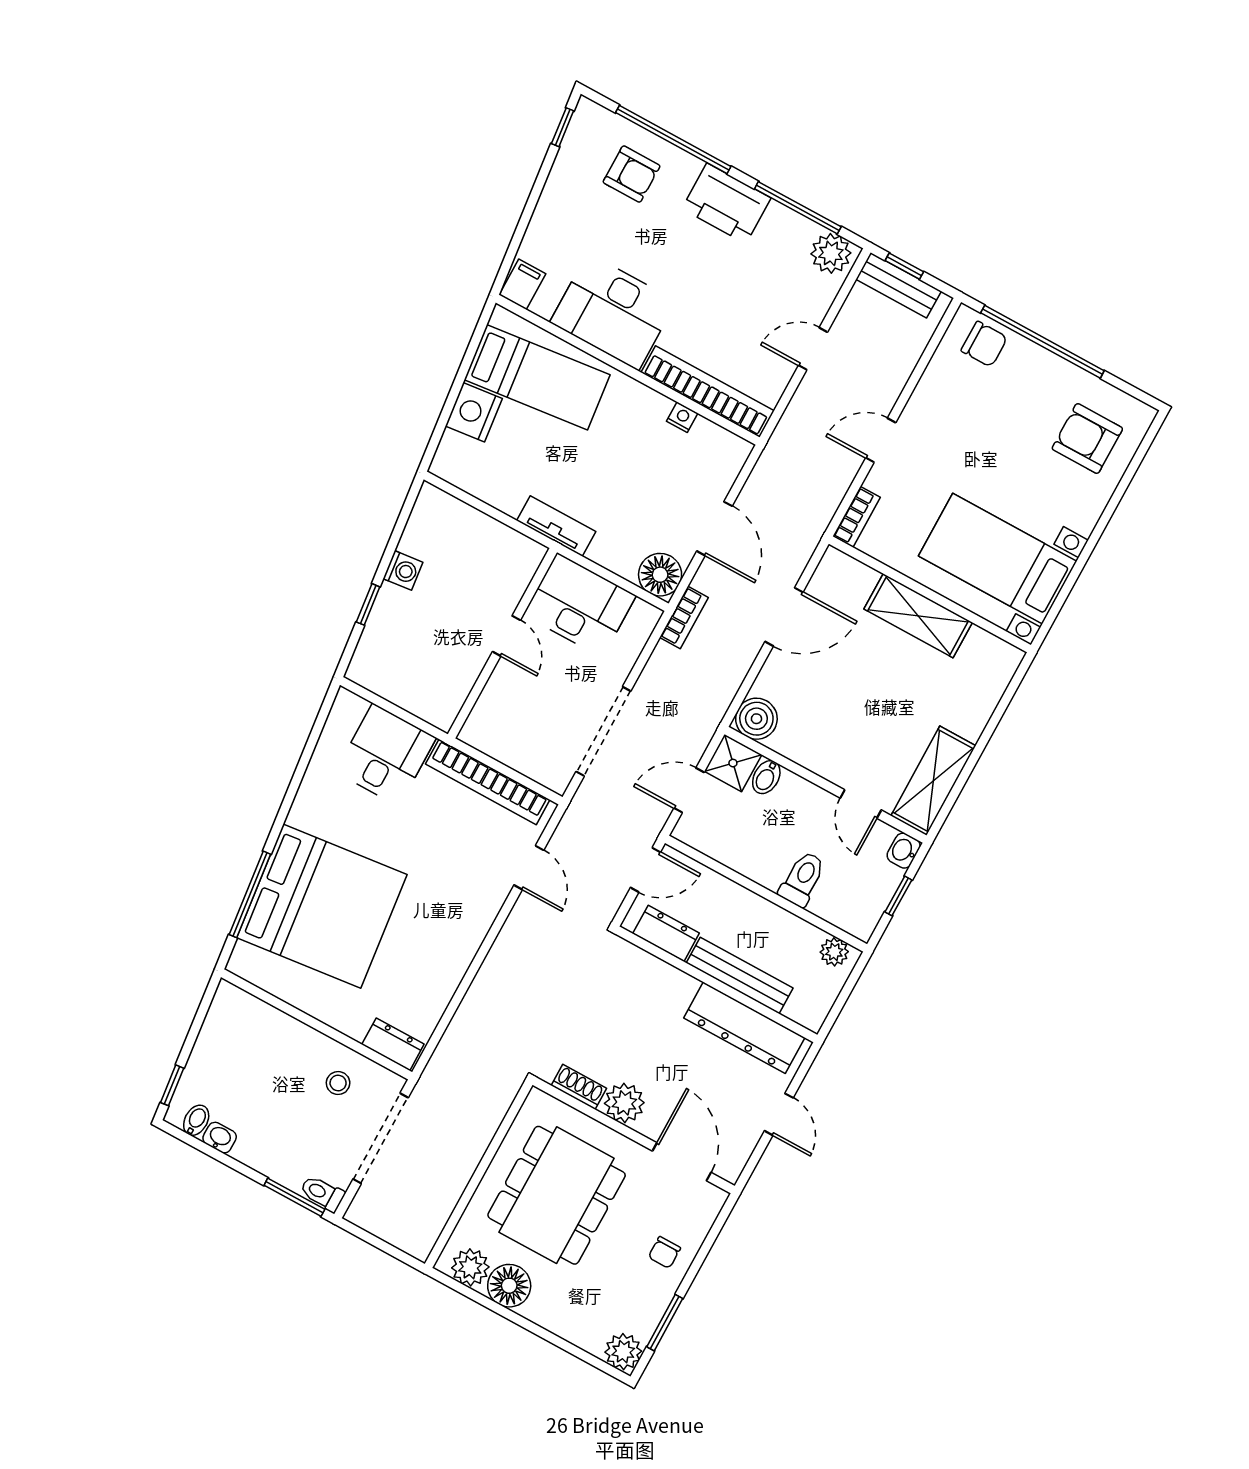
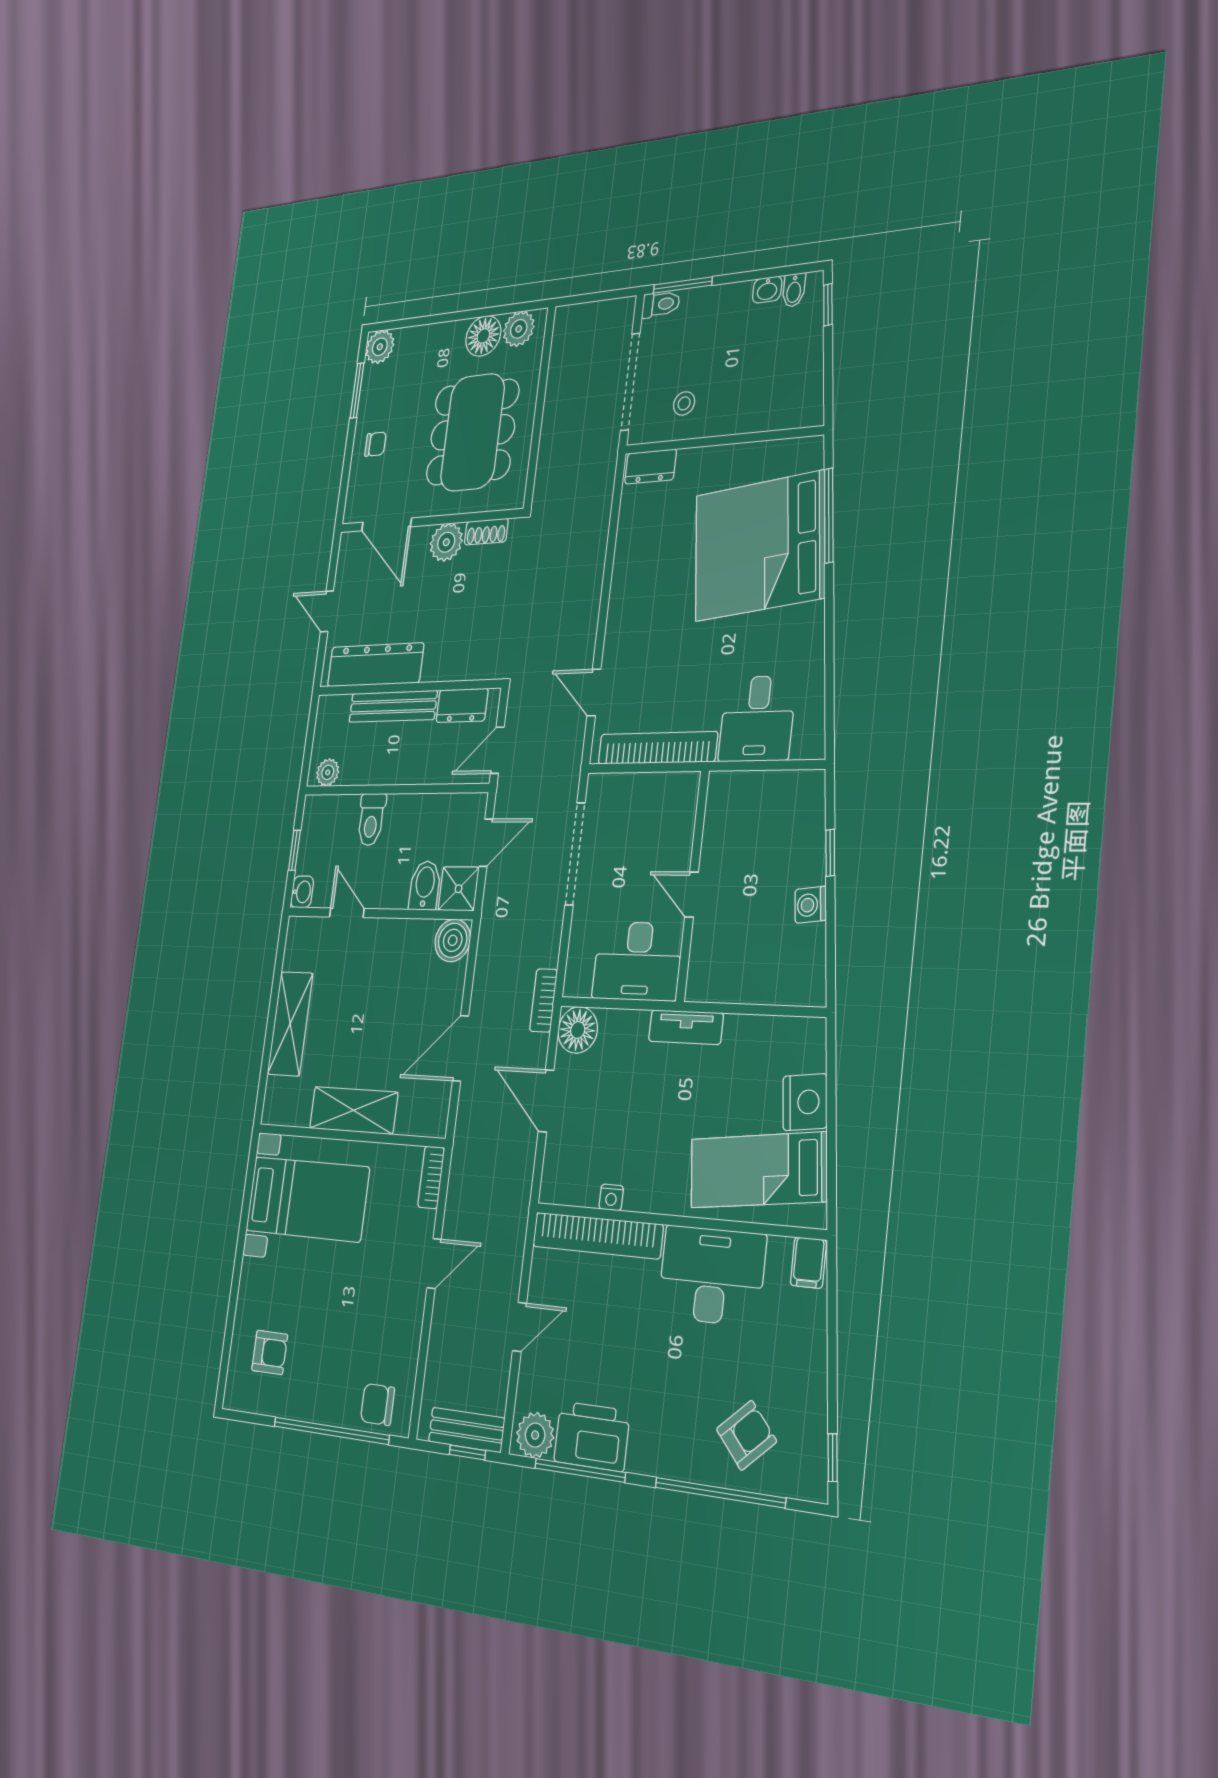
armchair: (632, 174) -> (746, 1435), turned 138
printer: (726, 203) -> (592, 1436), moved
armchair: (1087, 438) -> (270, 1352), width x0.72, depth x0.72
bidet: (766, 777) -> (425, 885), width x1.38, depth x1.36
shelving: (933, 781) -> (290, 1024), moved
chair: (664, 1252) -> (375, 444), turned 90

